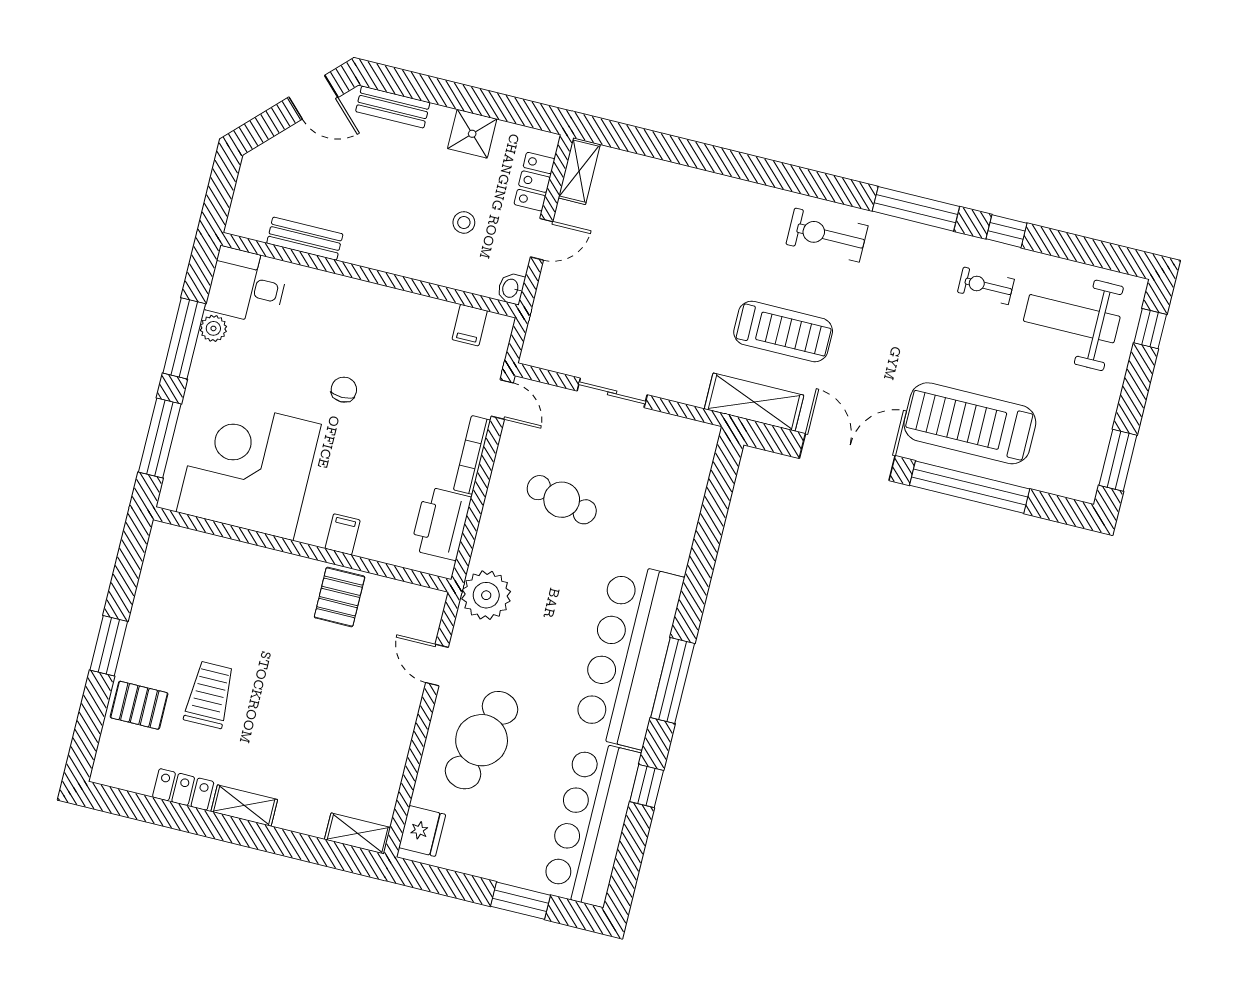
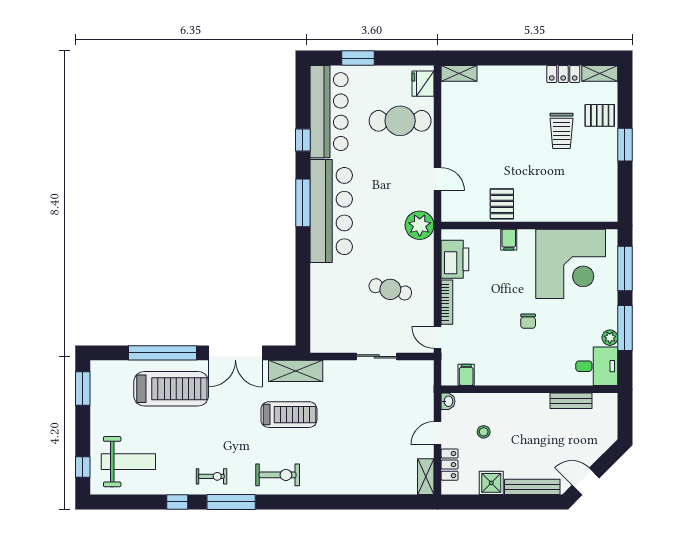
bench: (393, 107) -> (532, 487), width x1.36
exercise bike: (986, 286) -> (211, 476), moved
treadmill: (783, 331) -> (289, 415), turned 180
cafe table: (482, 740) -> (400, 121), moved, turned 74
shelving: (244, 806) -> (600, 73), moved

